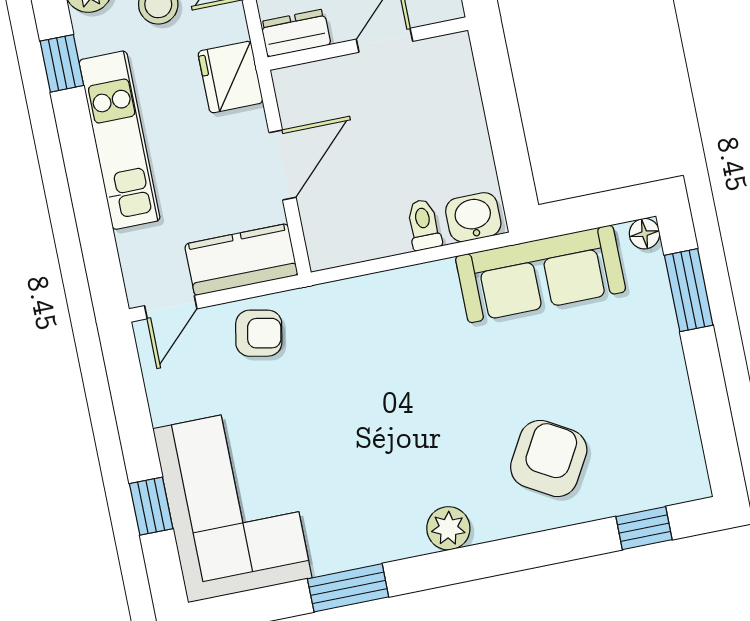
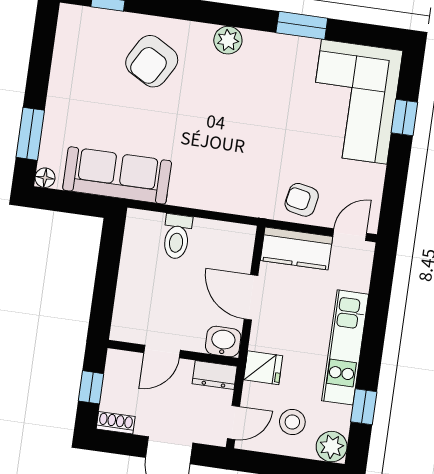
fridge: (230, 77) -> (263, 368), width x0.72
door: (283, 165) -> (251, 297), hinge flipped
washbasin: (473, 217) -> (223, 342), moved, turned 180
toilet: (424, 225) -> (177, 237), width x1.37, depth x1.39

